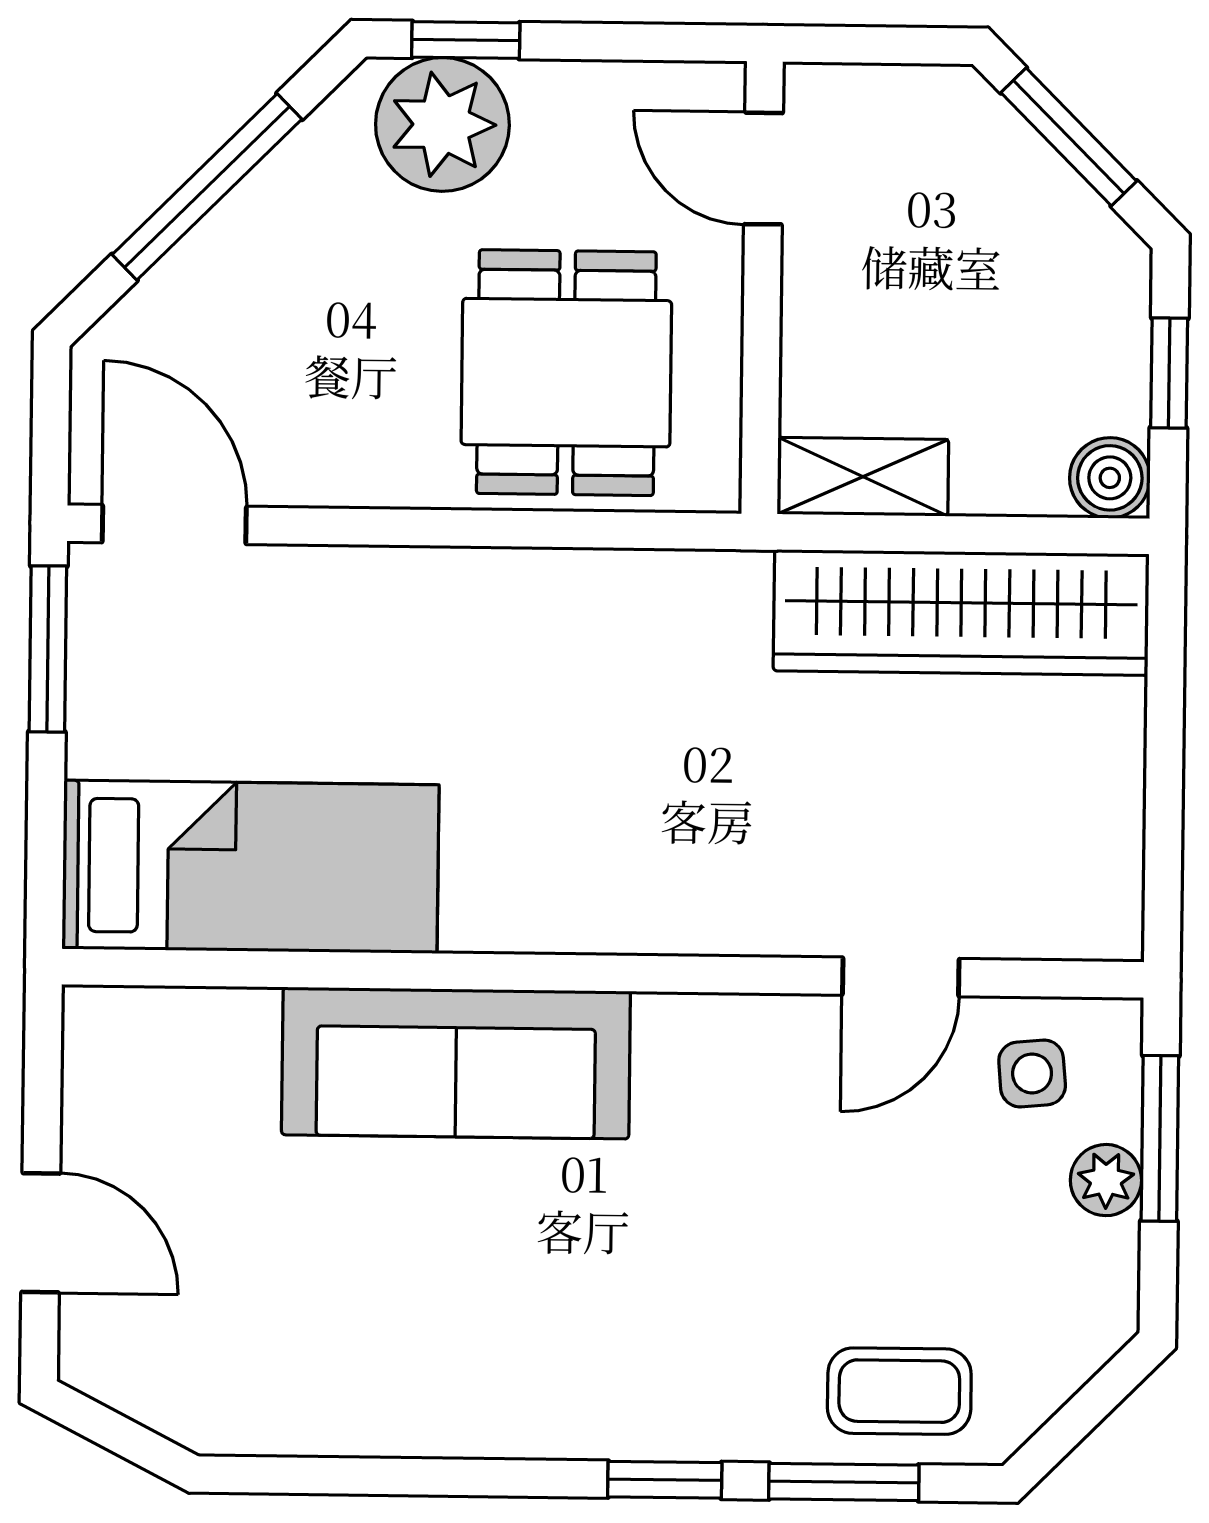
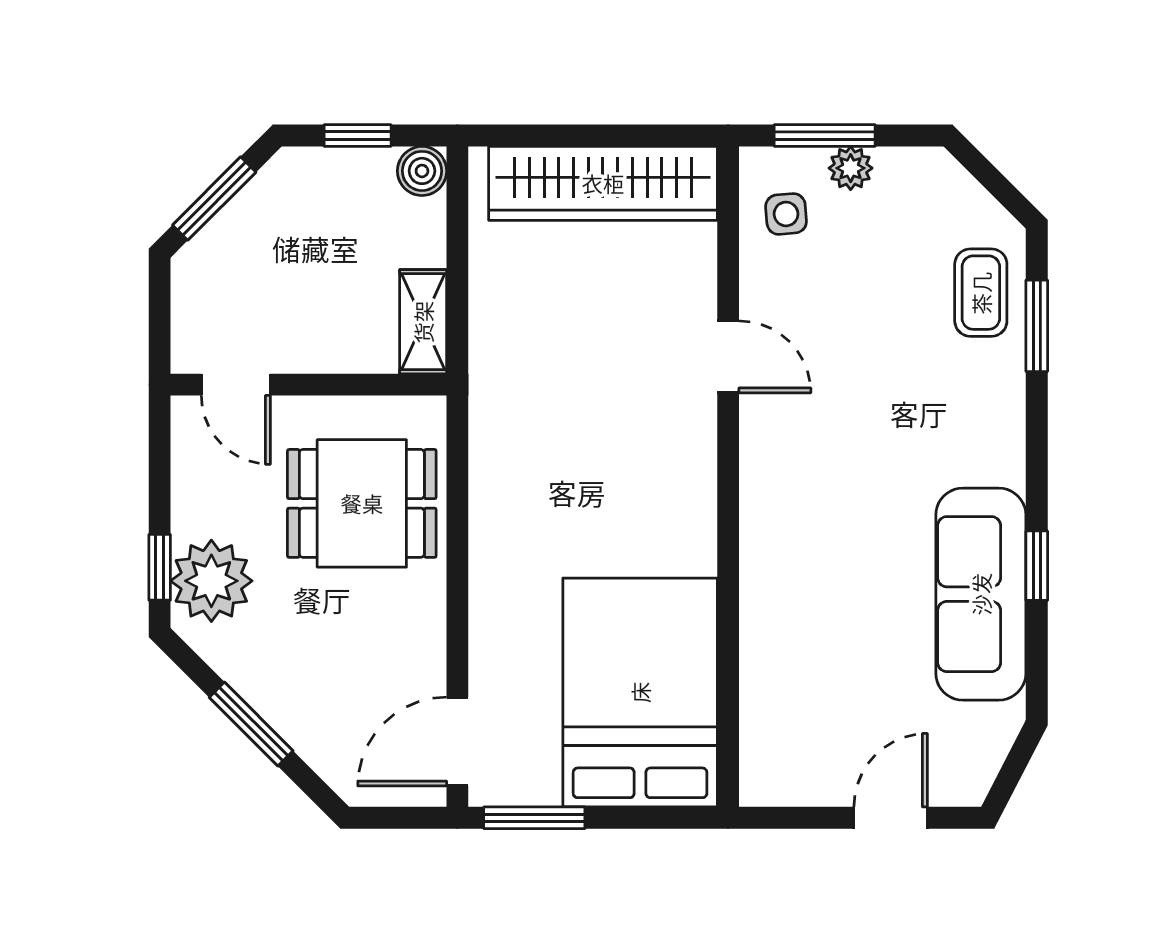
door: (764, 169) -> (236, 385), hinge flipped
window: (207, 187) -> (251, 724), width x0.69
wardrobe: (961, 612) -> (603, 183), moved, turned 90
bed: (250, 867) -> (640, 692), width x1.50
door: (901, 977) -> (728, 357), moved
sofa: (456, 1063) -> (981, 594), moved, turned 180
window: (665, 1480) -> (1037, 566), moved

